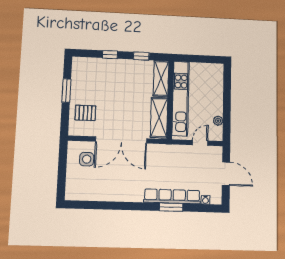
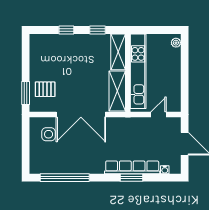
window: (66, 91) -> (26, 93), moved
plant: (218, 121) -> (176, 43), moved
window: (102, 205) -> (65, 178), added

